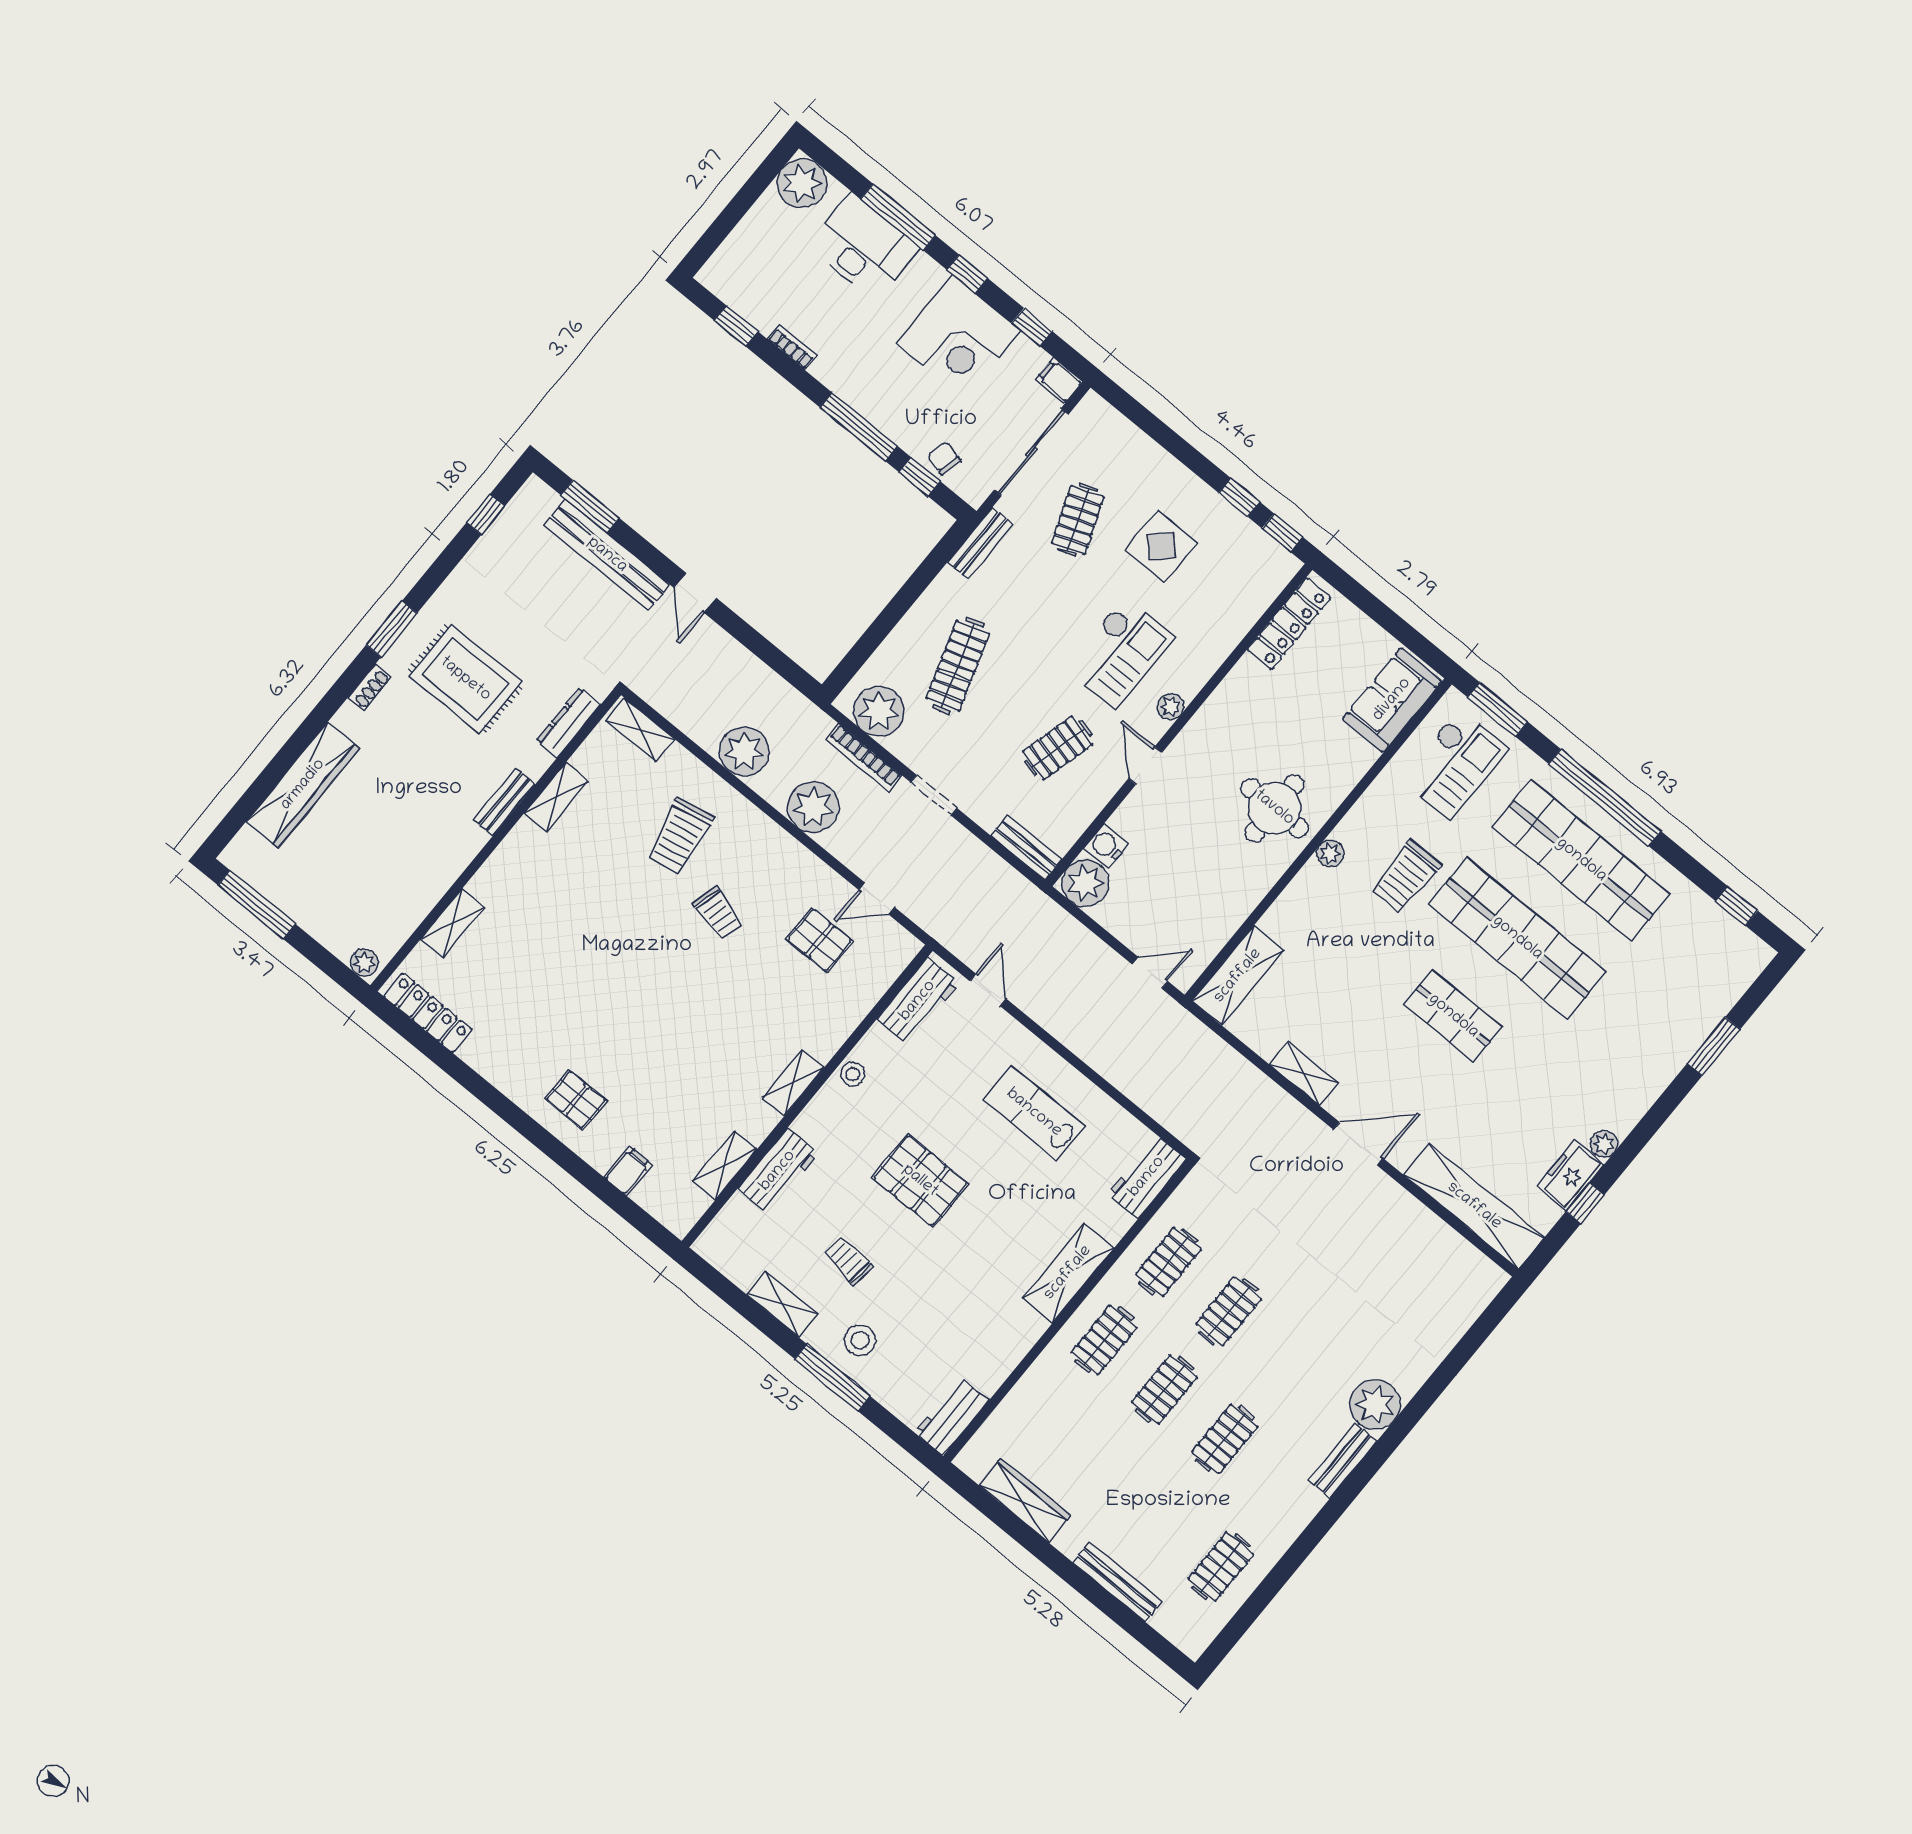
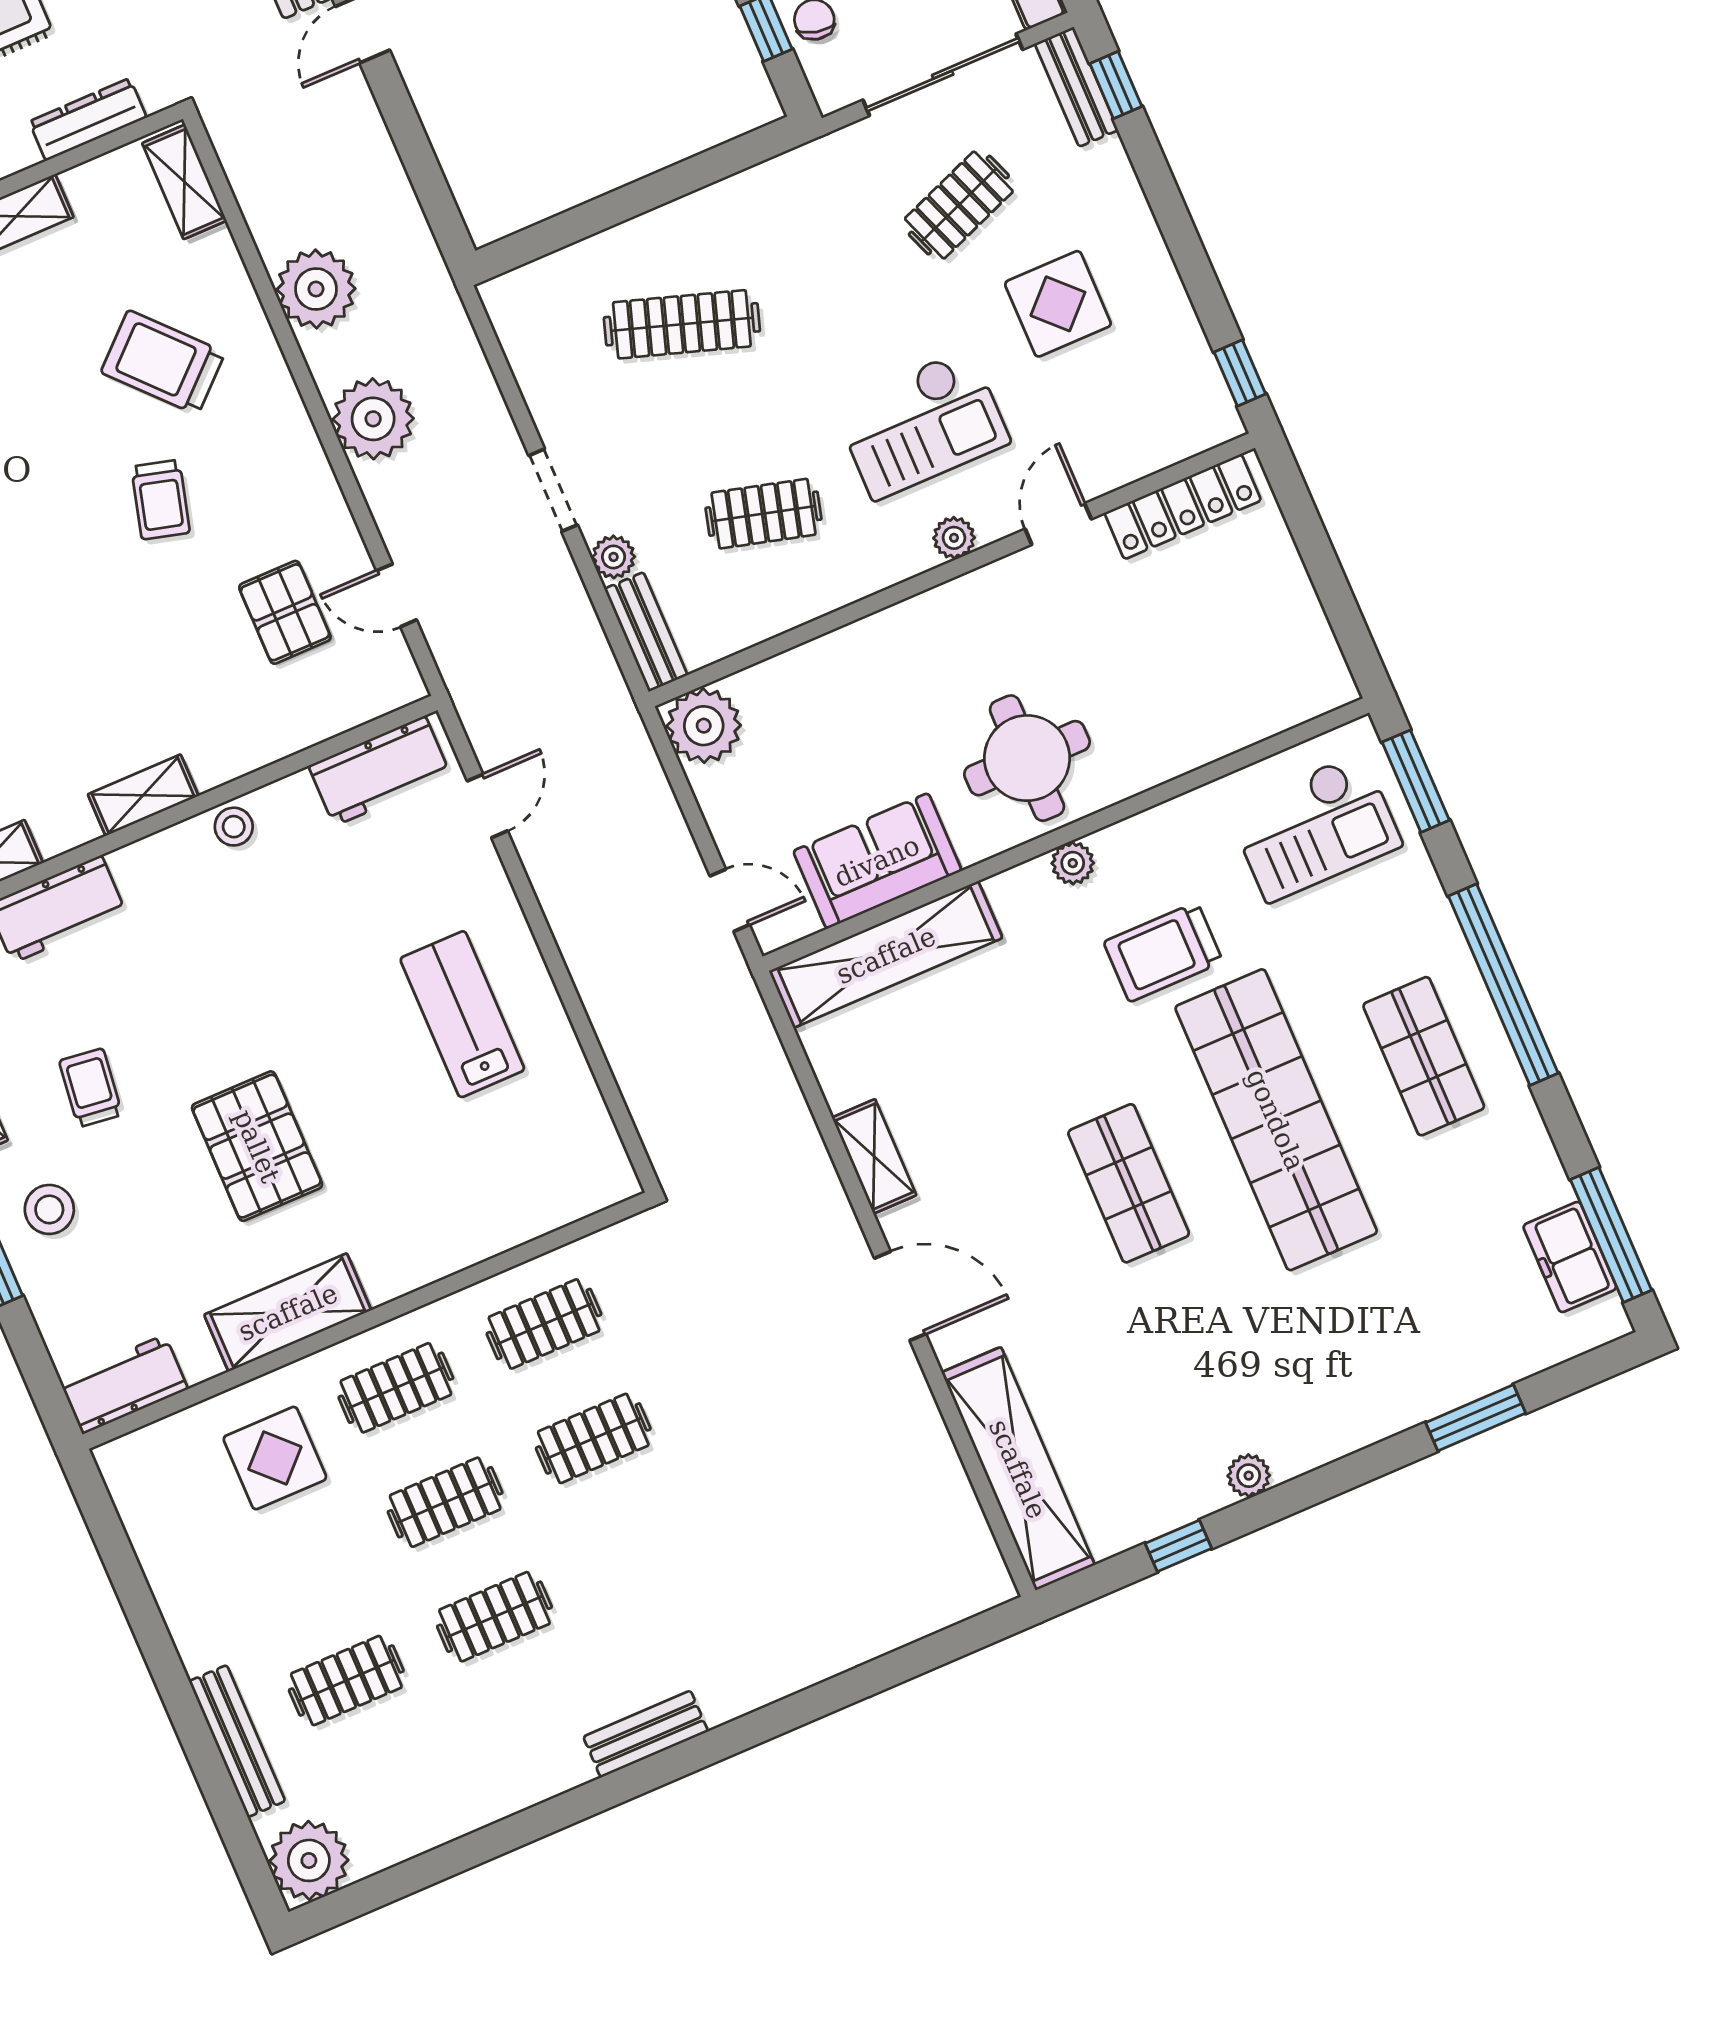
window: (1239, 497) -> (1116, 85), moved
bench: (980, 543) -> (1076, 87), moved, turned 90
clothes rail: (958, 666) -> (682, 324), turned 36
sofa: (1392, 700) -> (877, 861), moved
plant: (879, 711) -> (614, 557), moved, width x0.53, depth x0.53
bookcase: (864, 757) -> (481, 385), removed
door: (1145, 766) -> (1058, 524), moved
trolley: (680, 836) -> (163, 362), turned 58
water cooler: (1106, 846) -> (761, 688), removed
shop shelf: (1581, 860) -> (1424, 1056), width x0.50, depth x0.74
window: (1736, 906) -> (1611, 1235), width x2.17
shelving: (1238, 976) -> (886, 955), width x1.47
freezer: (1570, 1175) -> (1570, 1257), moved, turned -90
workbench: (1147, 1177) -> (576, 1188), removed
pallet: (920, 1181) -> (257, 1146), moved
shelving: (1068, 1273) -> (288, 1312), moved
plant: (1375, 1405) -> (309, 1860), moved
display table: (1057, 1414) -> (275, 1458), added
wardrobe: (1025, 1500) -> (166, 1558), removed
clothes rail: (1221, 1567) -> (346, 1681), moved

